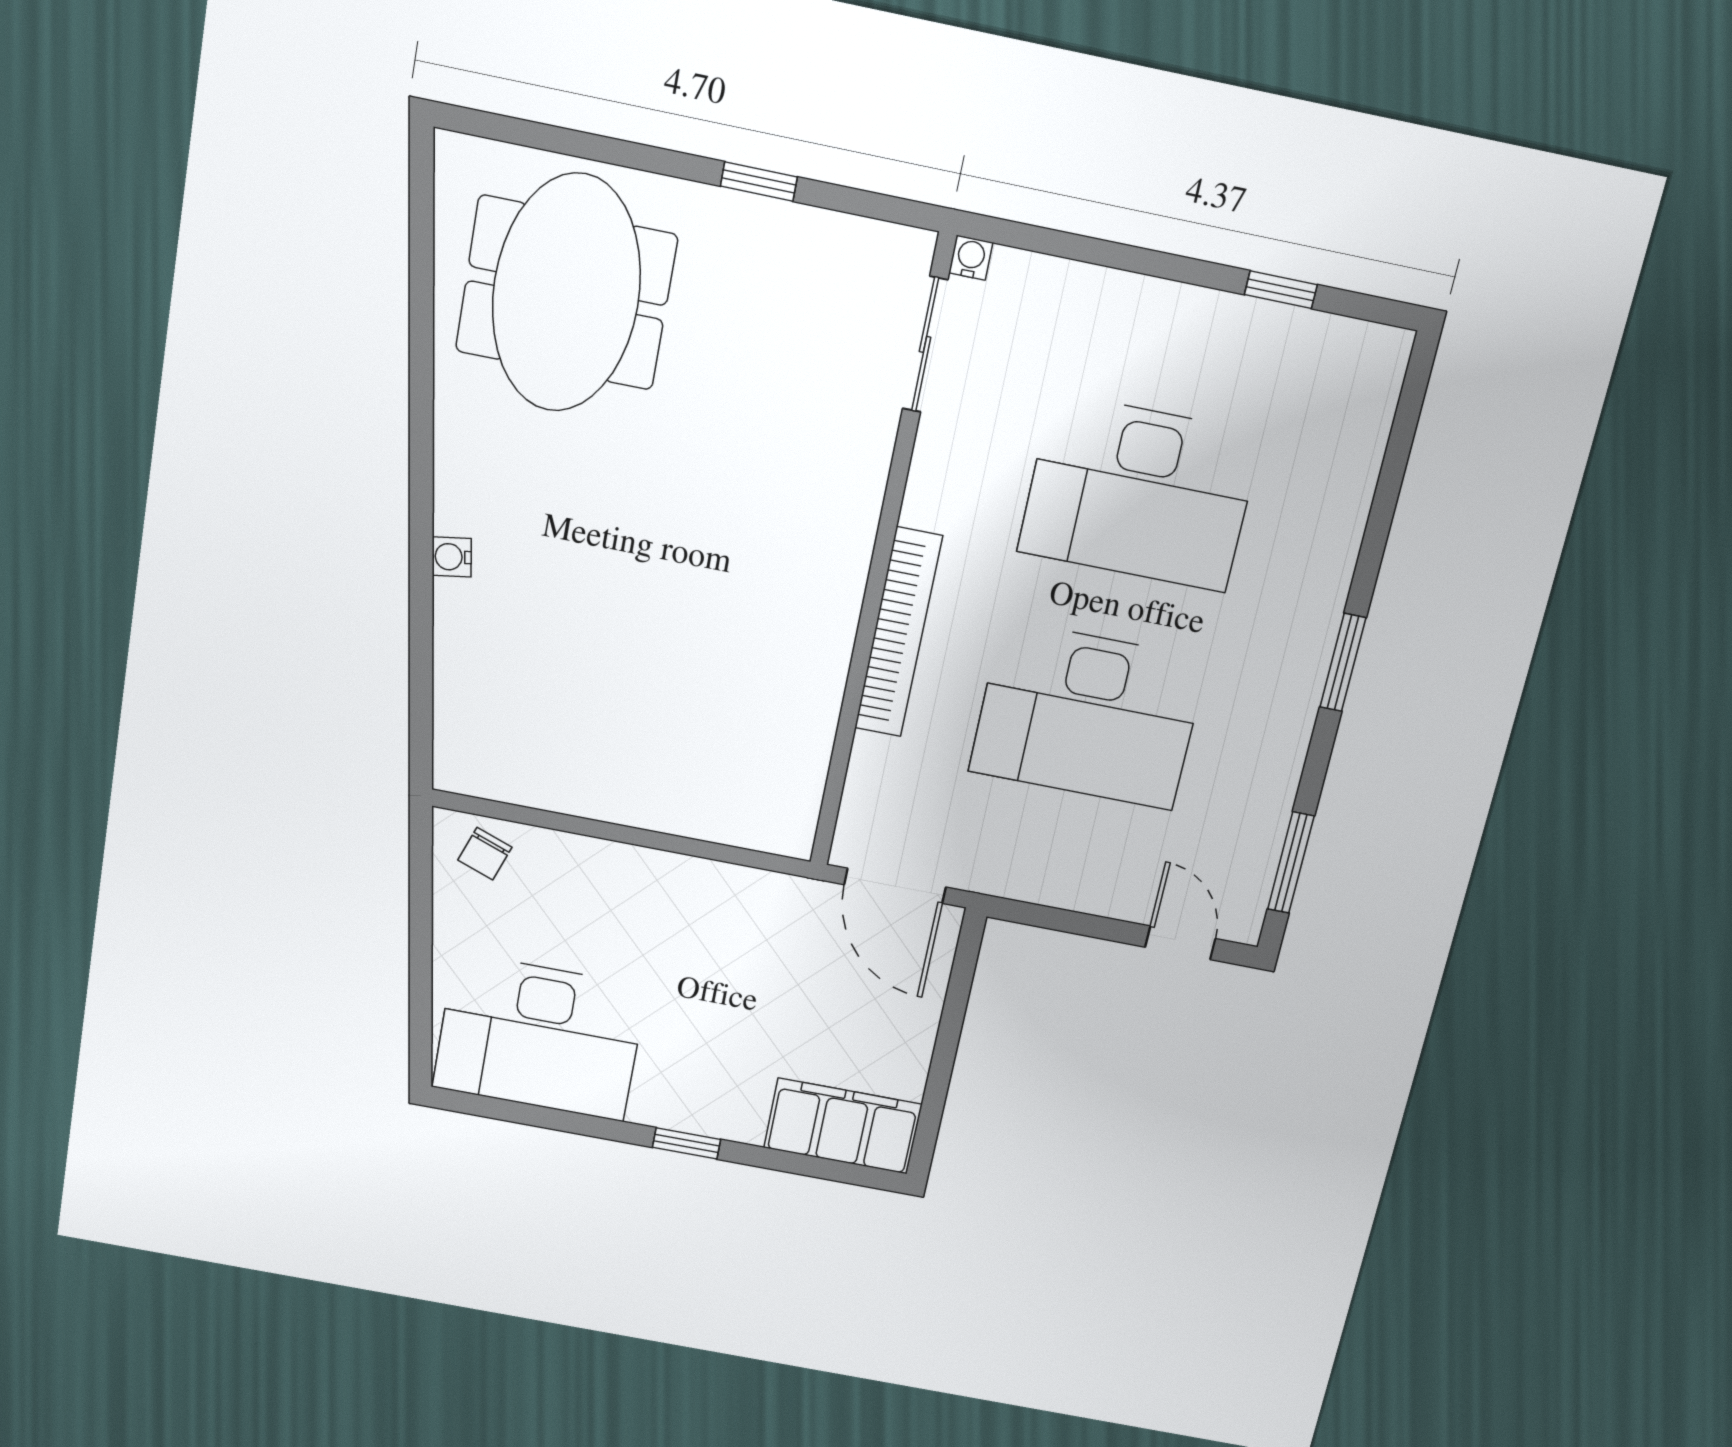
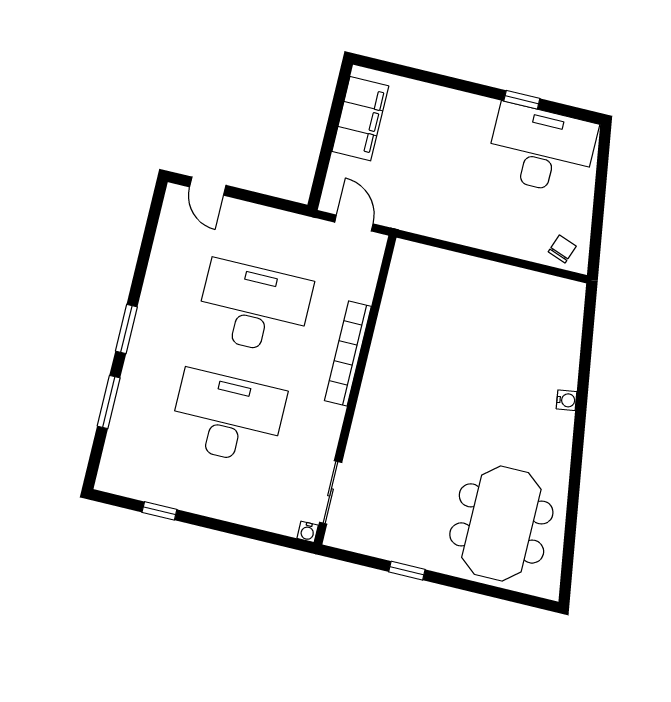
window: (1291, 863) -> (109, 402), moved
door: (895, 886) -> (354, 223), width x0.73
filing cabinet: (843, 1126) -> (360, 119), moved, turned -90
window: (687, 1143) -> (522, 100), moved

